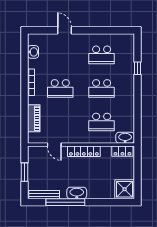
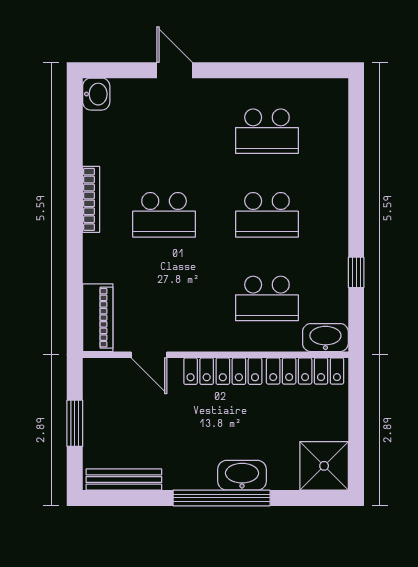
washbasin: (33, 52) -> (96, 94), moved
window: (137, 68) -> (356, 272), moved
piano: (34, 118) -> (98, 318), moved
locker: (122, 151) -> (305, 371), width x1.53
washbasin: (77, 193) -> (242, 475), moved
window: (65, 202) -> (222, 498), moved

